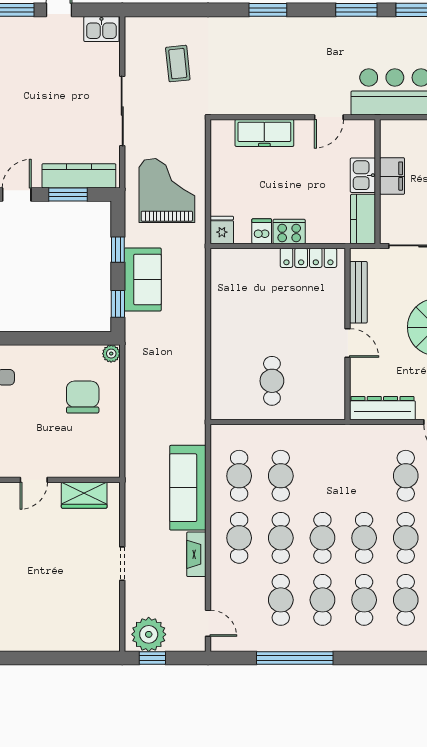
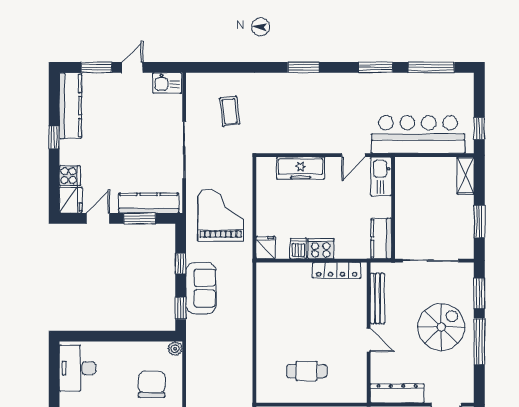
kitchen sink: (363, 175) -> (381, 176), moved, width x1.38
filing cabinet: (392, 176) -> (405, 203), removed
cafe table: (272, 381) -> (307, 371), turned 90

